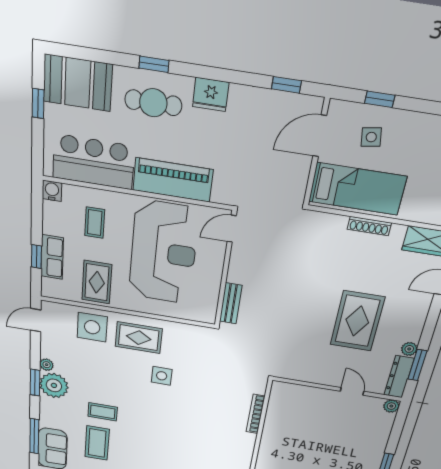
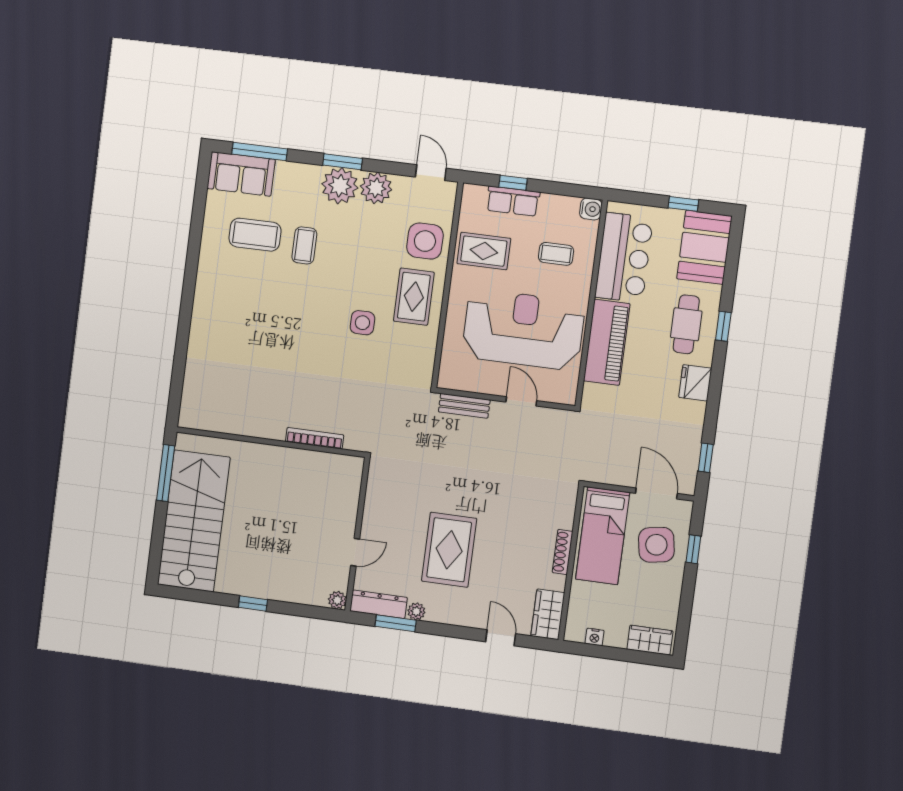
side table: (371, 137) -> (656, 545), width x1.87, depth x1.87
door: (232, 229) -> (521, 401), moved
reception desk: (163, 253) -> (523, 330), turned 180
rug: (357, 321) -> (449, 550), turned 90
plant: (47, 365) -> (376, 188), width x1.87, depth x1.87

